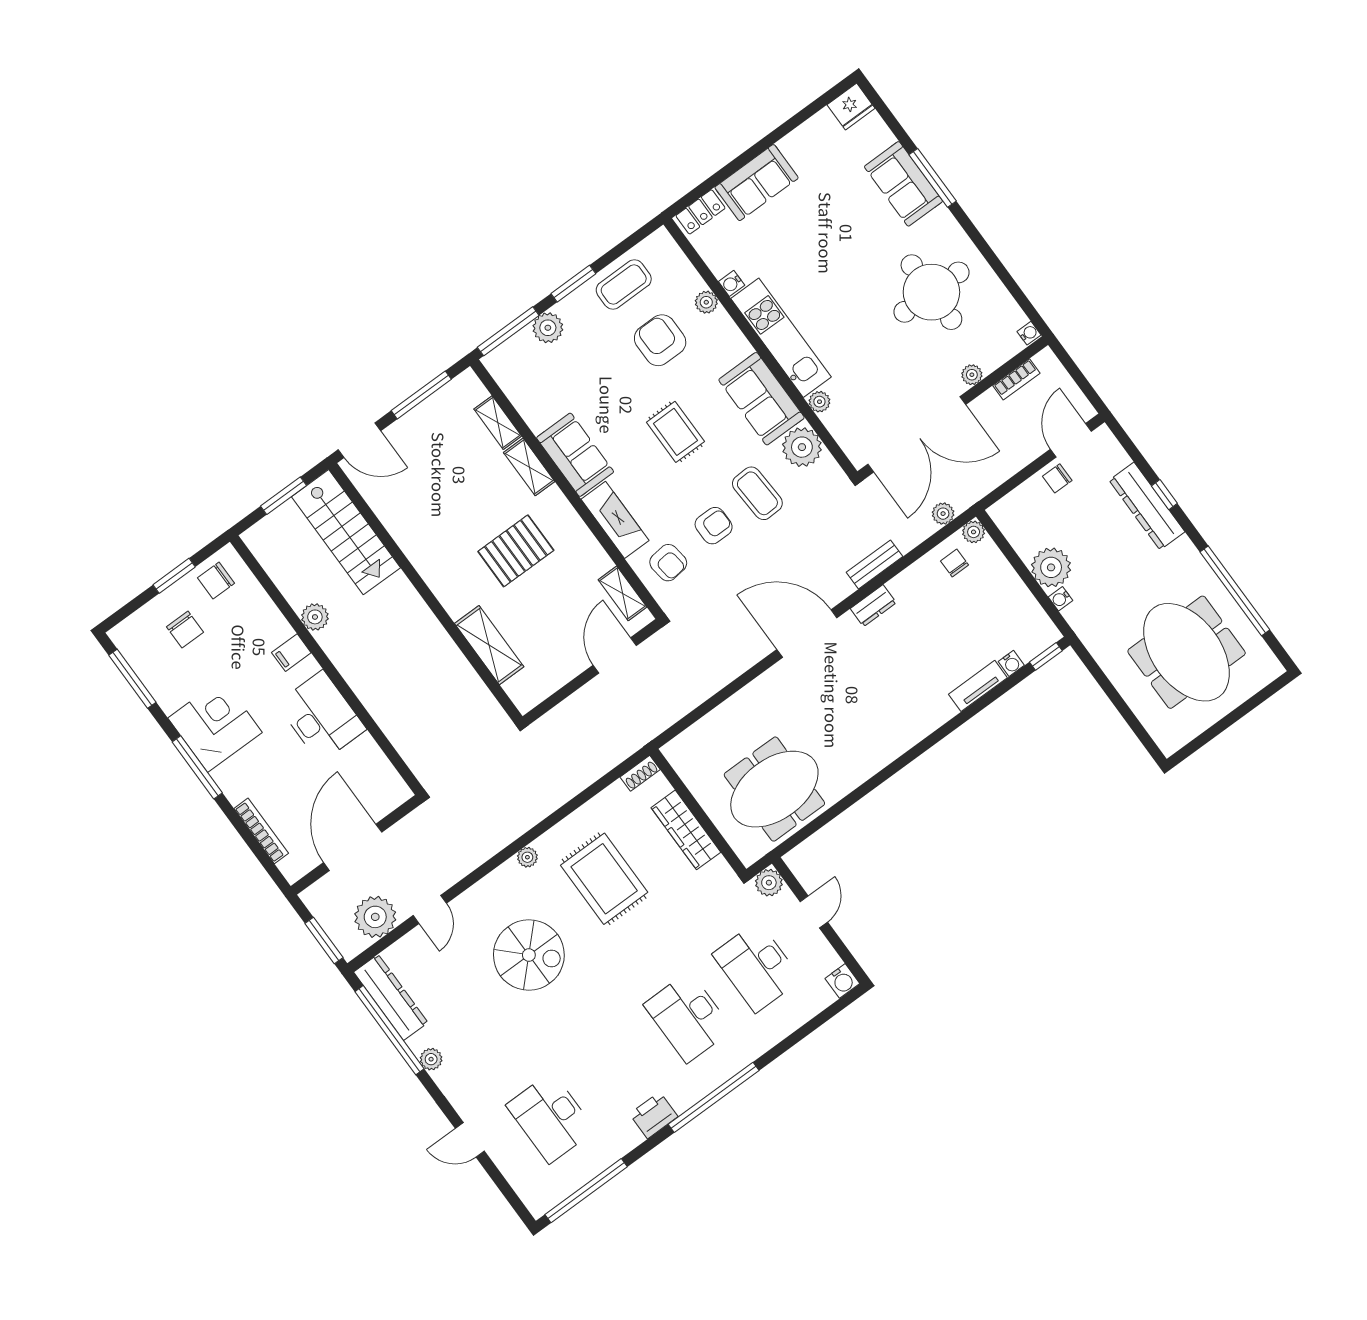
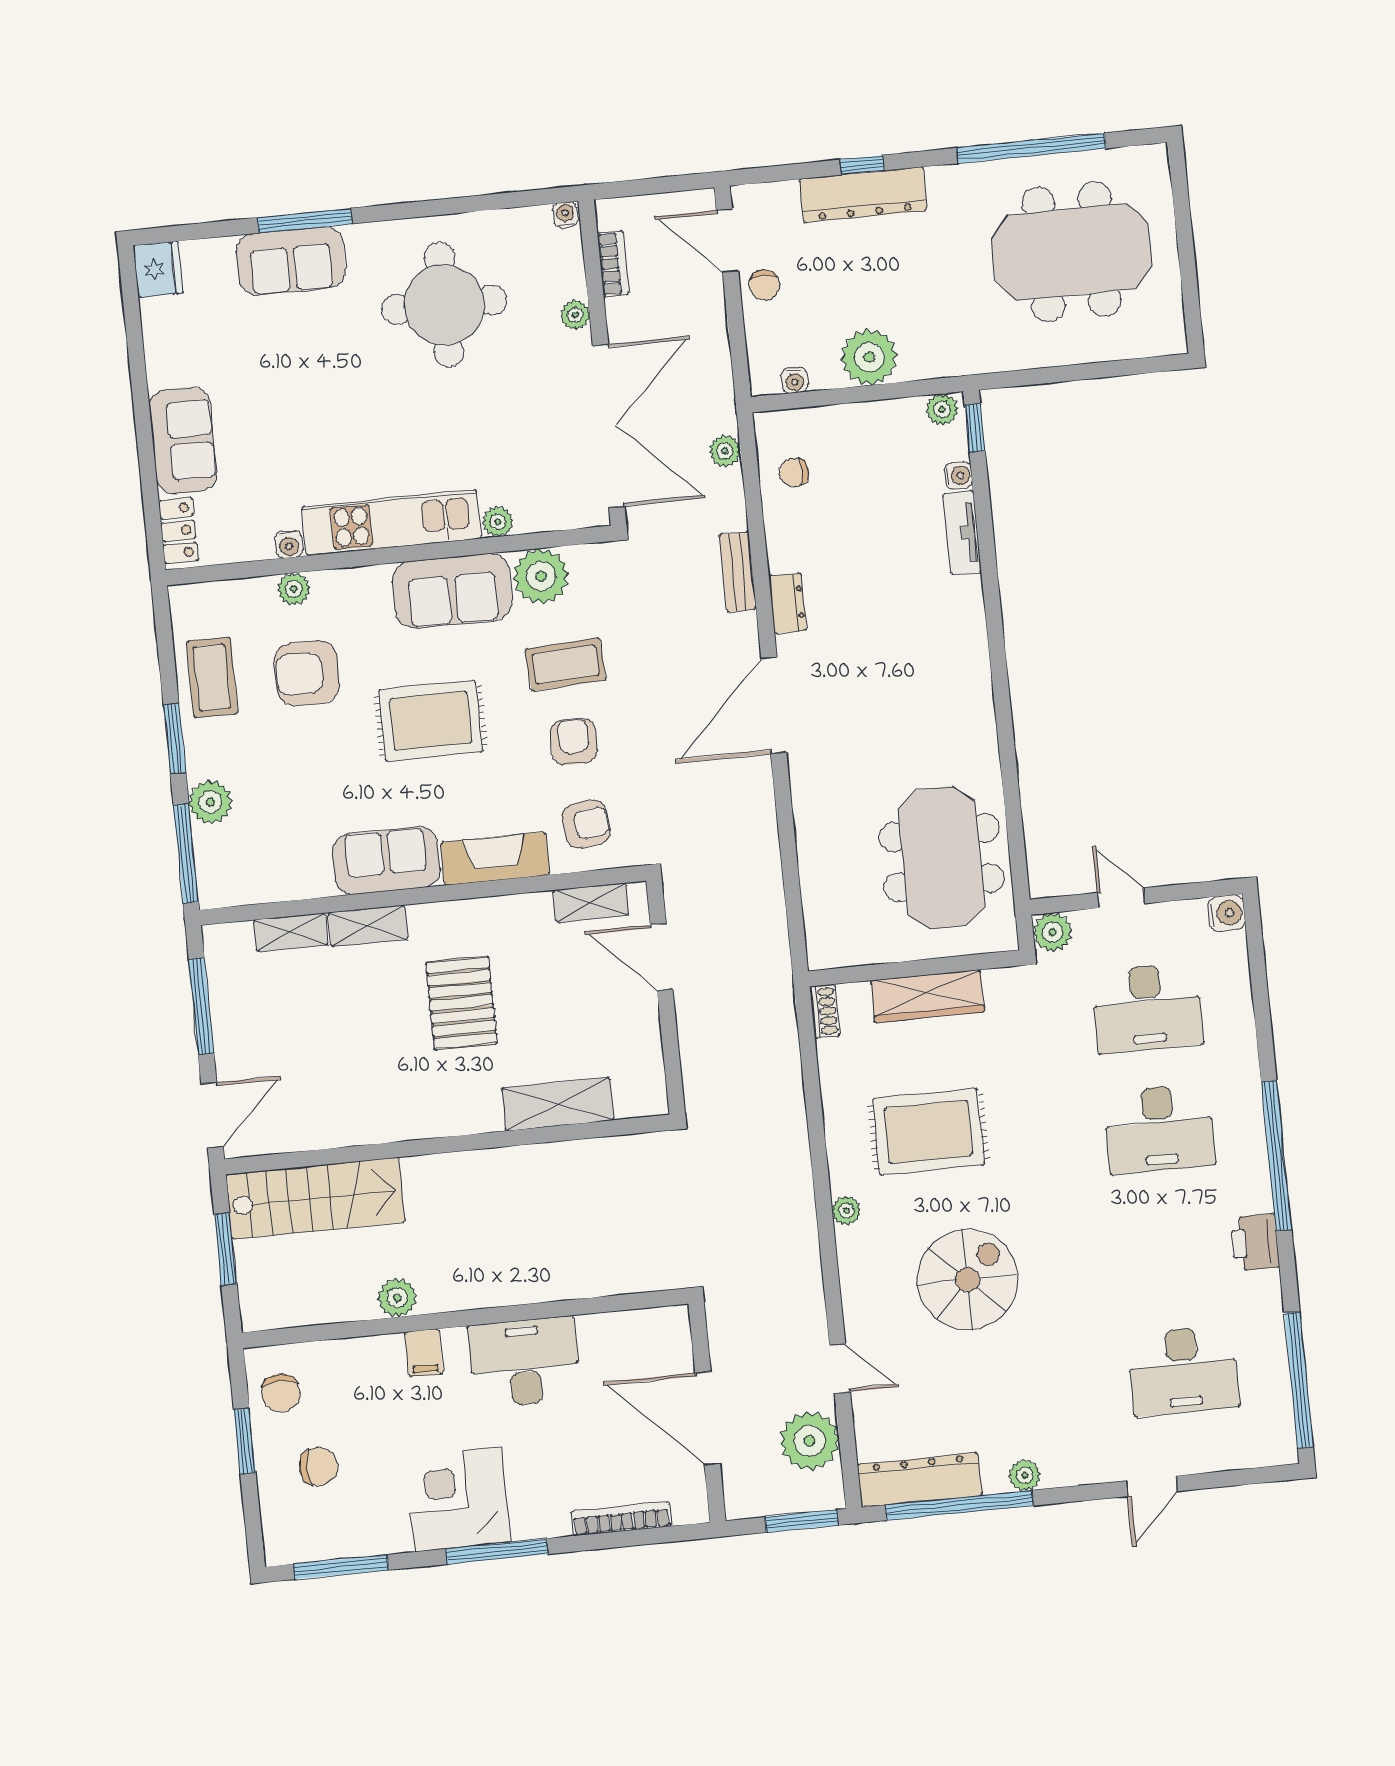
rug: (675, 432) -> (431, 721), width x1.36, depth x1.43
plant: (974, 532) -> (942, 409), moved
water cooler: (1060, 599) -> (795, 380), moved

